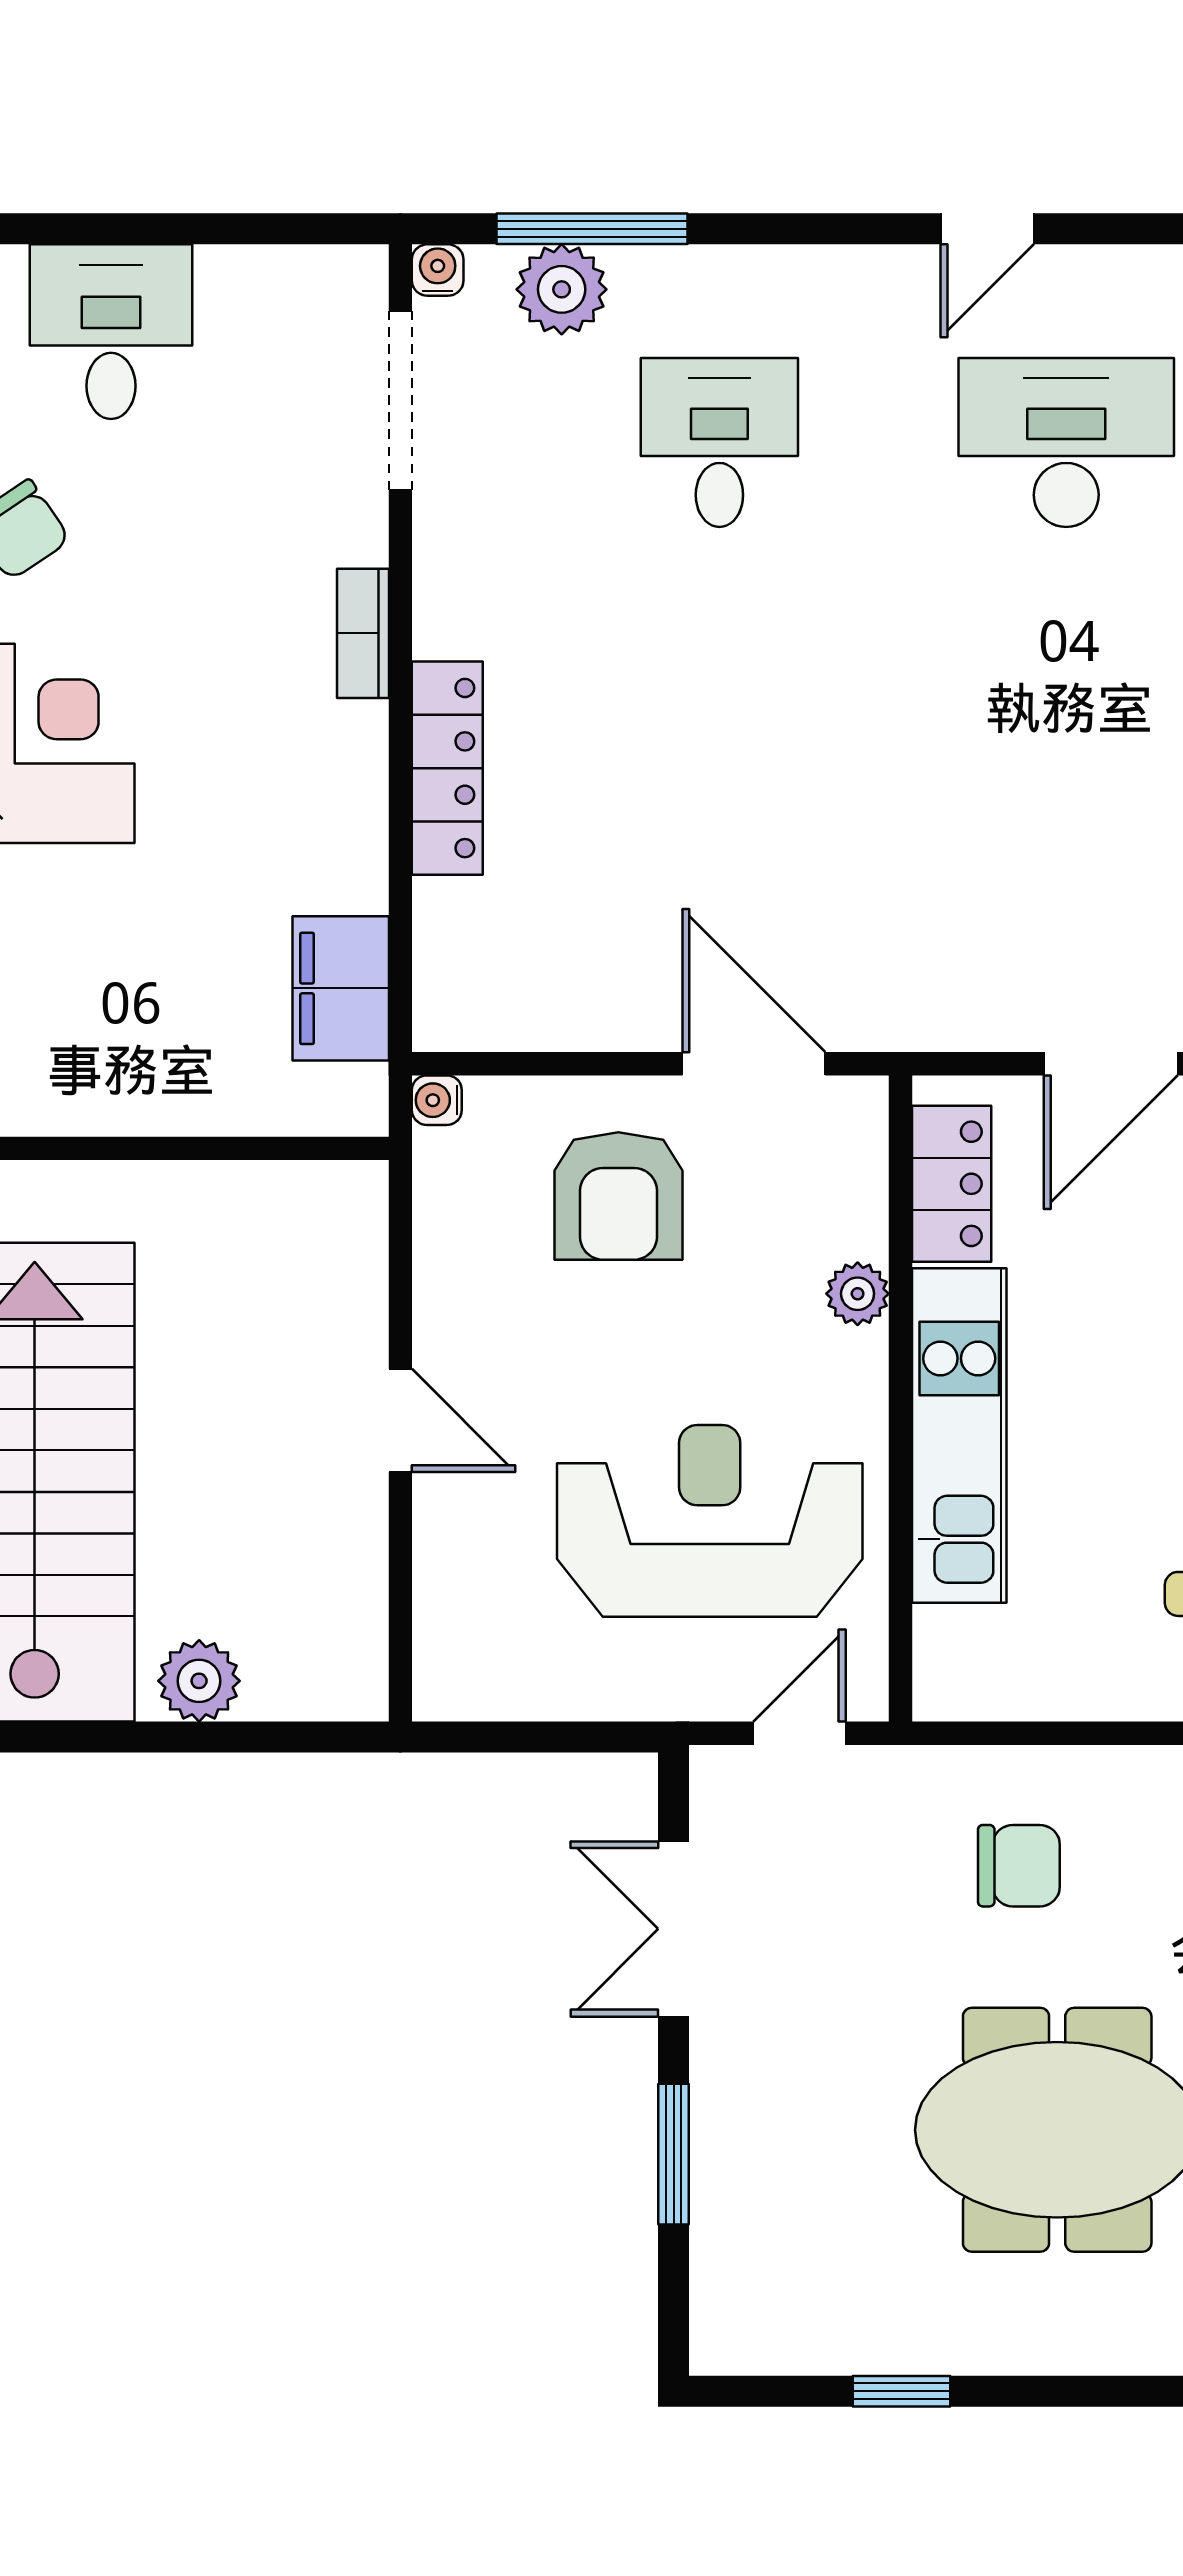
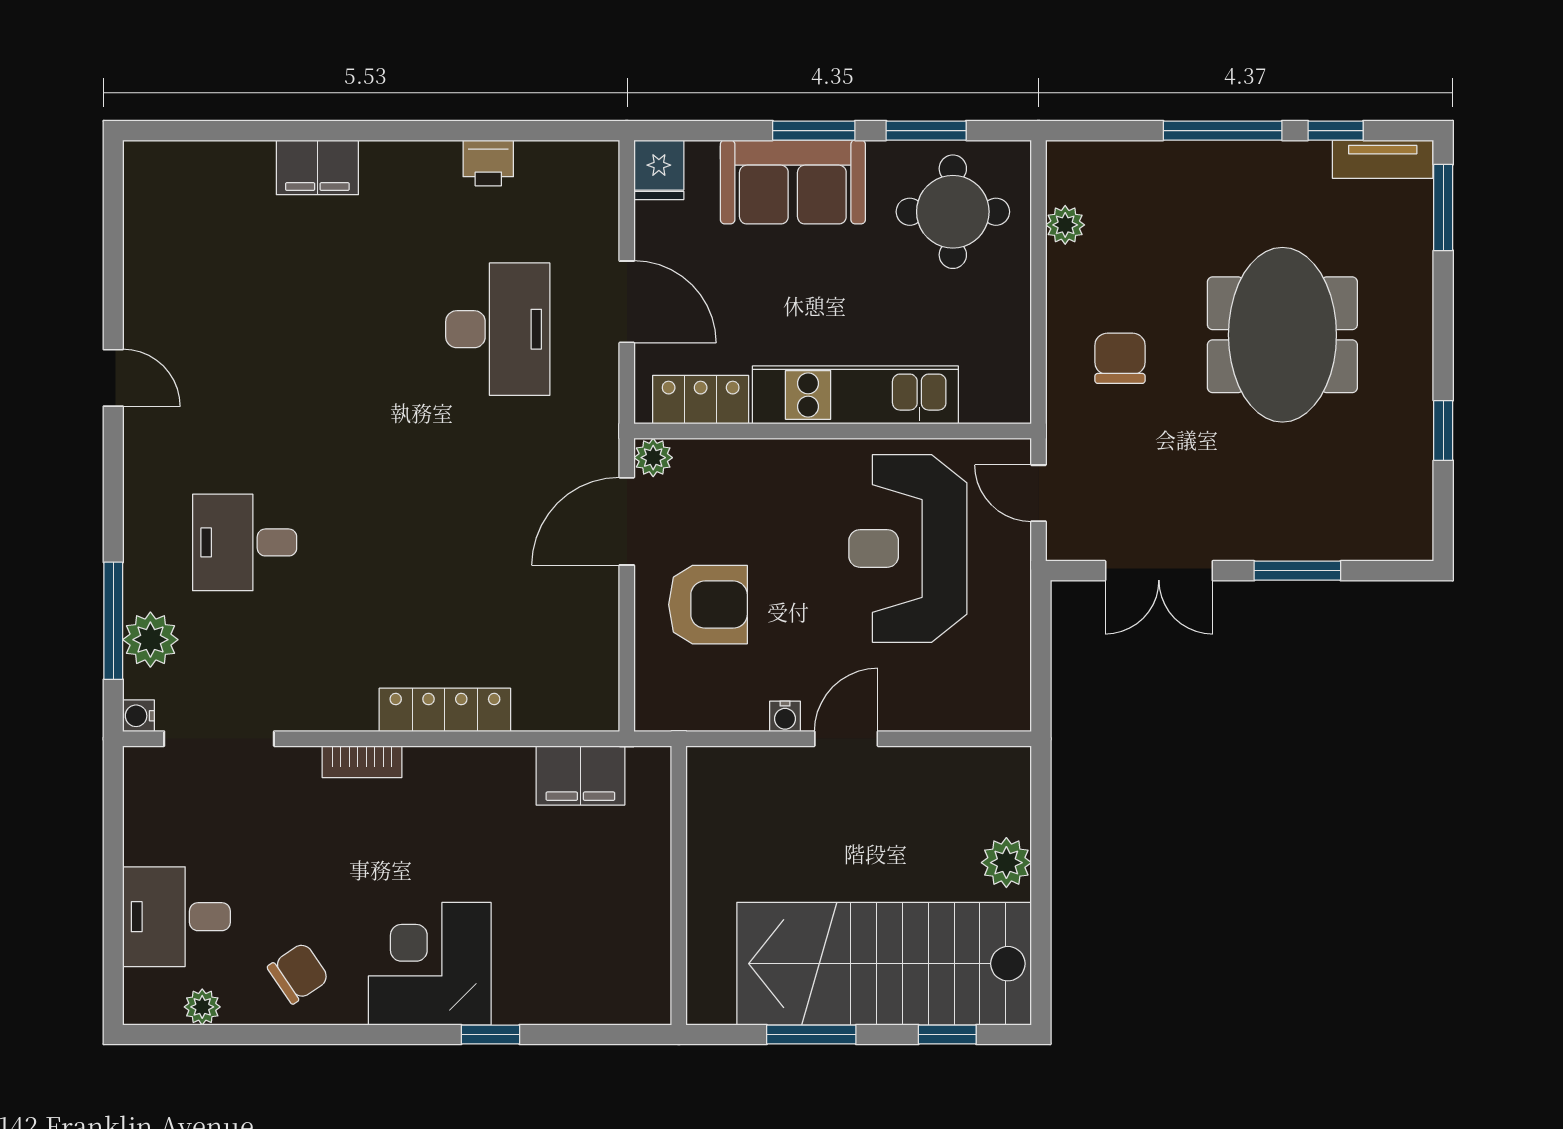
desk: (1066, 443) -> (498, 329), moved, turned 180
water cooler: (437, 1100) -> (785, 716), moved
plant: (858, 1294) -> (653, 458), moved

